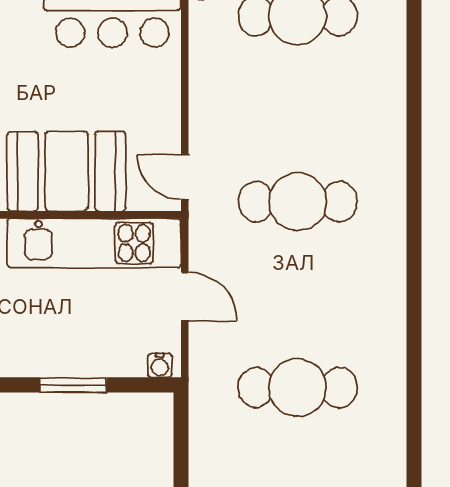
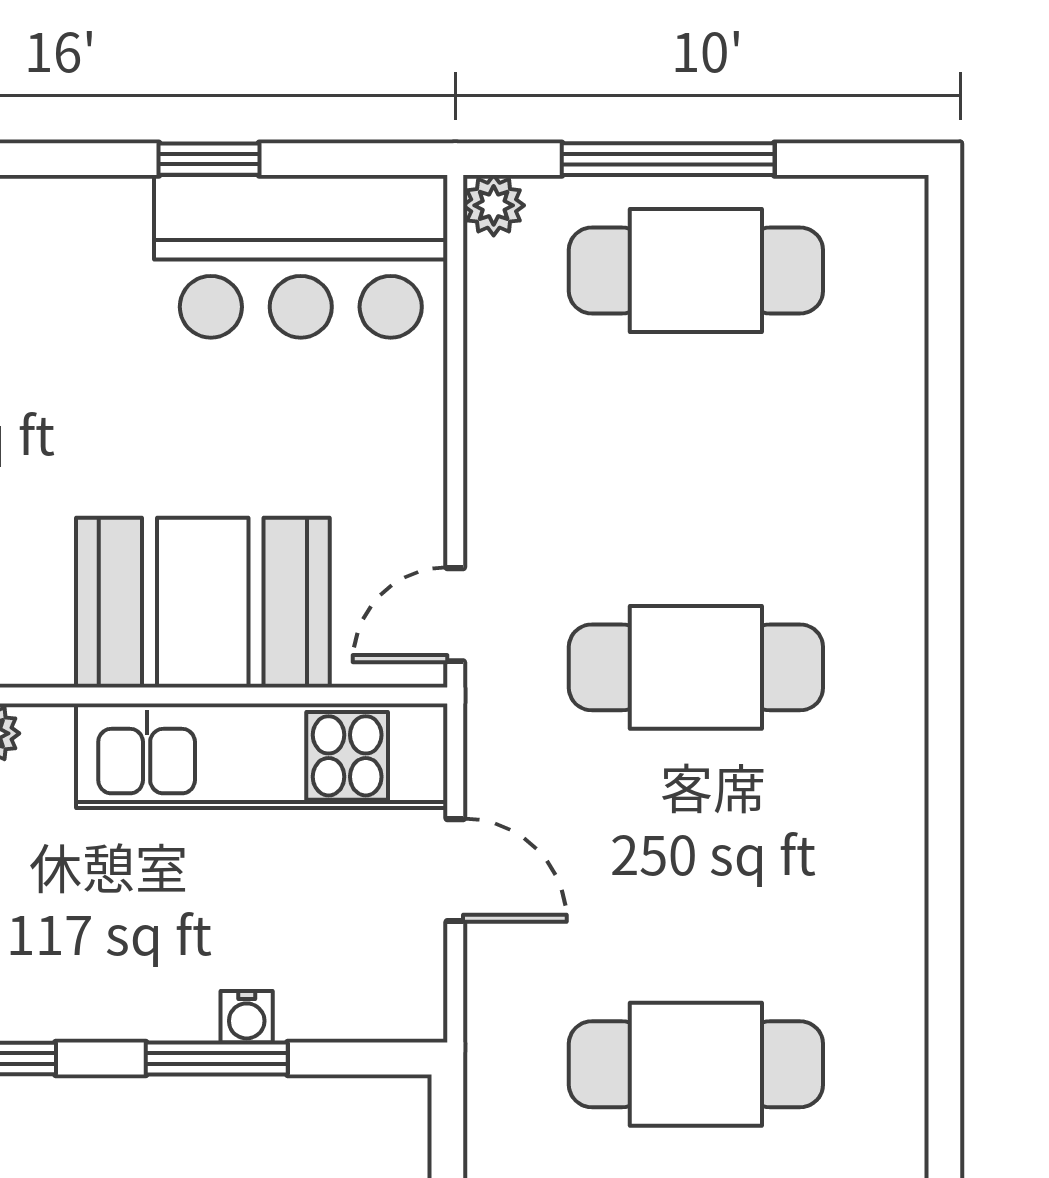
door: (185, 177) -> (455, 615), hinge flipped
water cooler: (160, 365) -> (247, 1017), moved

